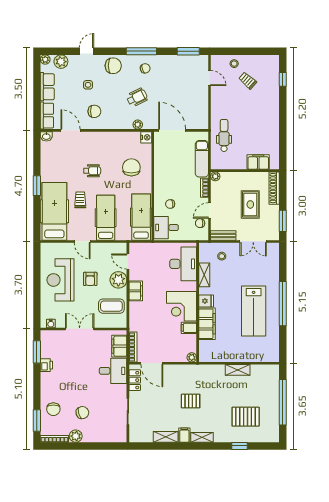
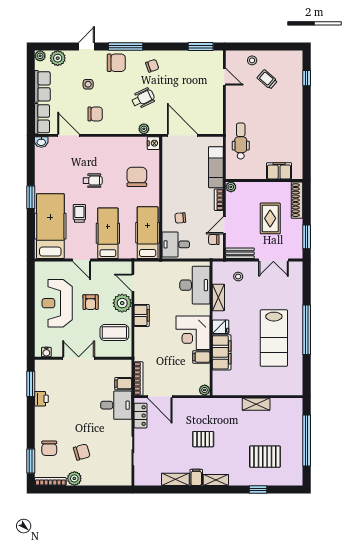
window: (141, 51) -> (126, 46), moved
filing cabinet: (119, 346) -> (123, 384), width x0.50

